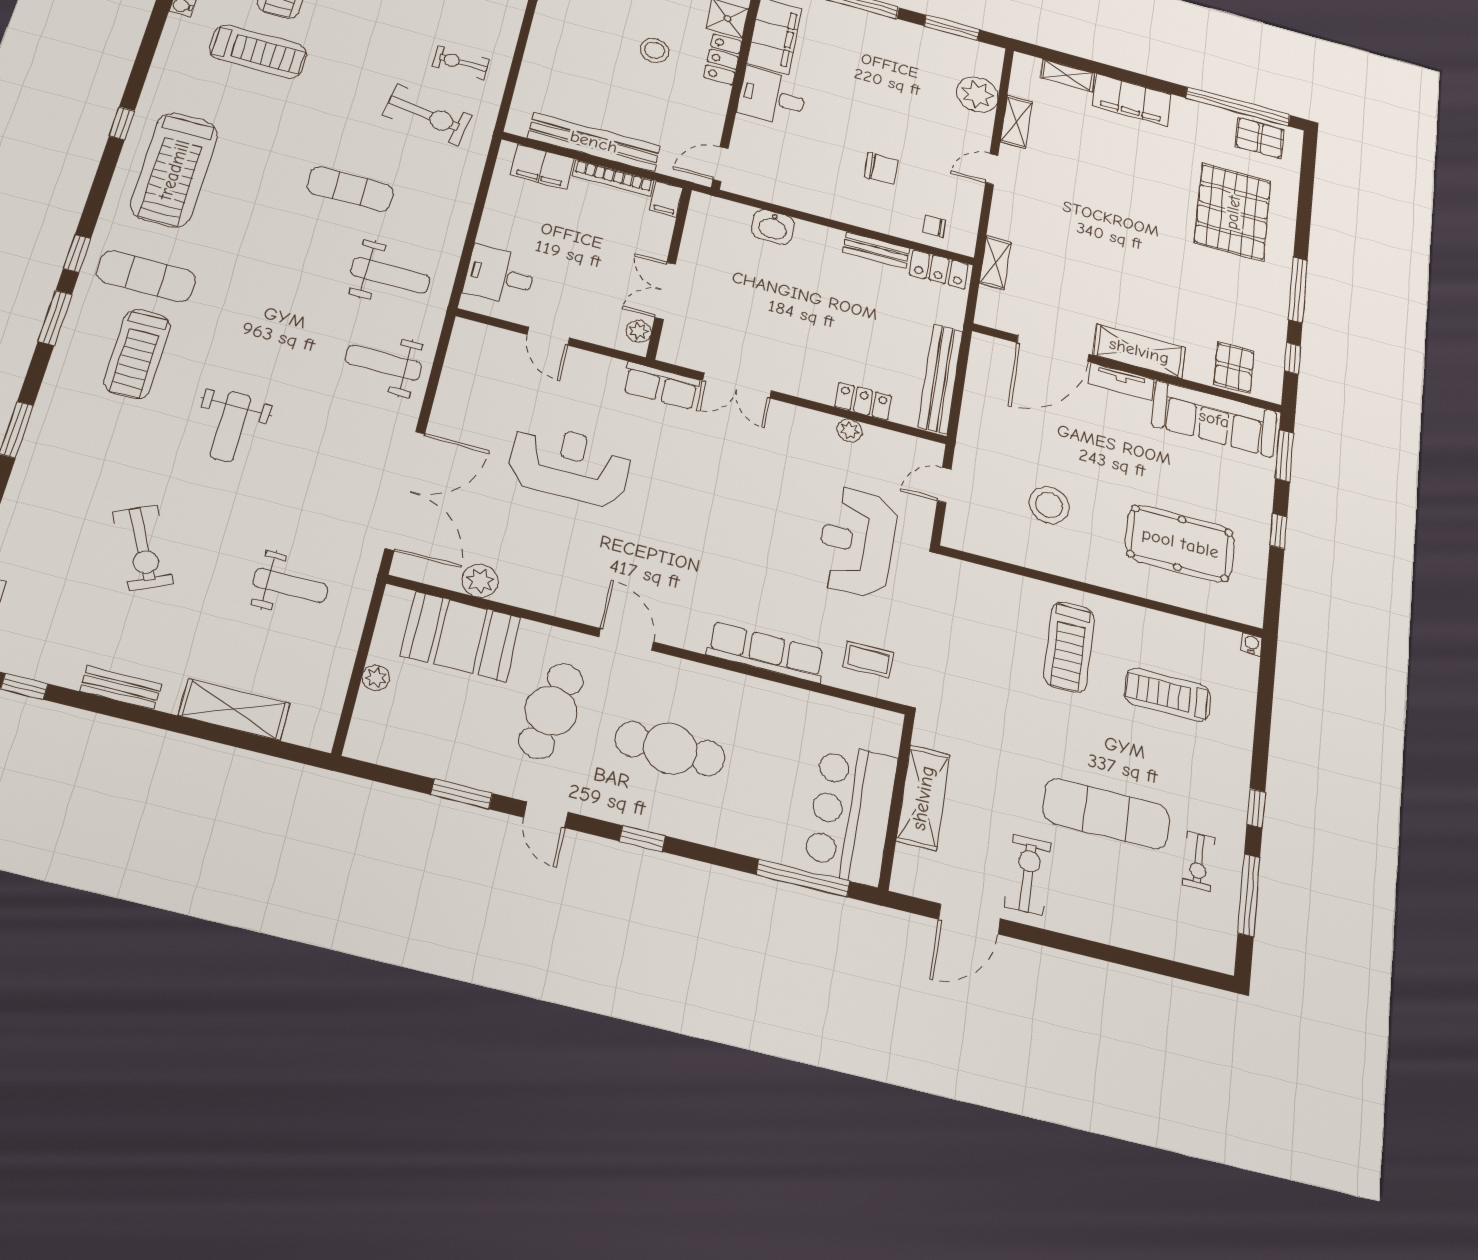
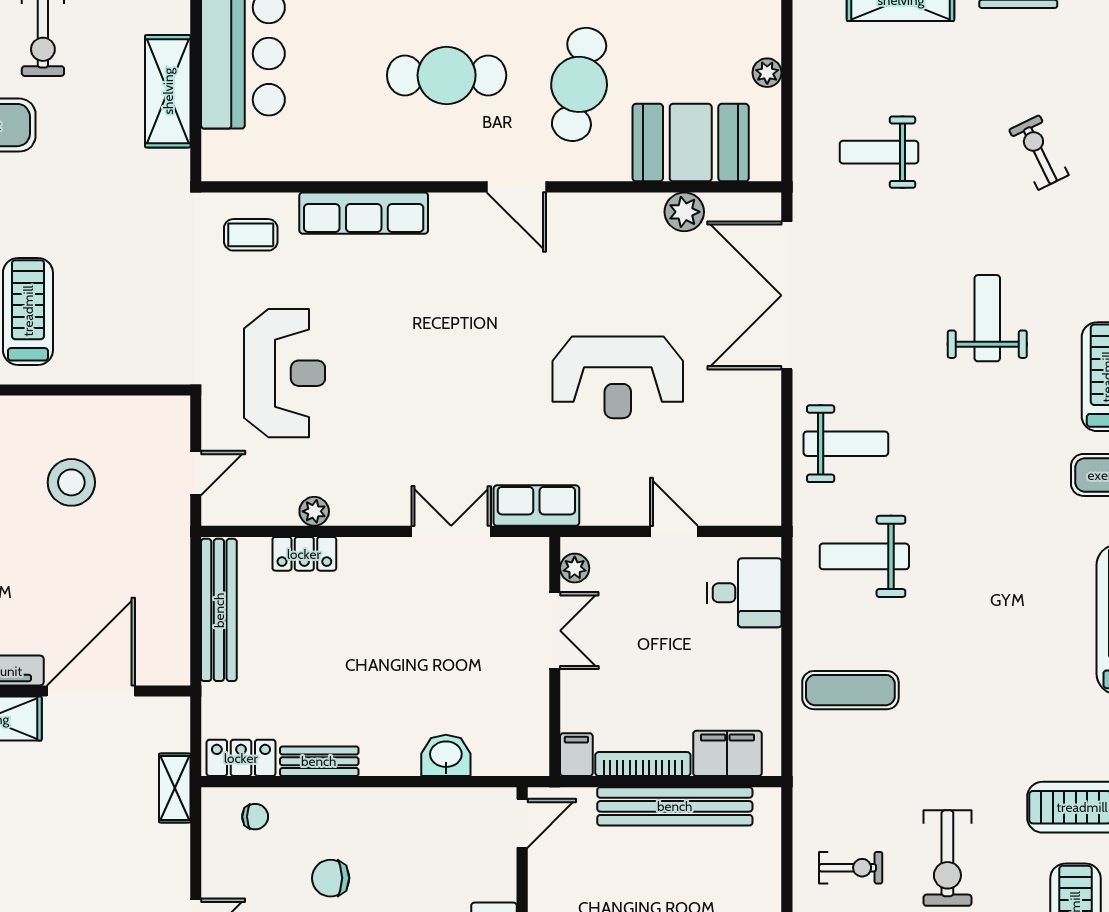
exercise bike: (428, 115) -> (947, 858), moved, turned -99
exercise mat: (350, 189) -> (850, 690), moved
exercise bike: (143, 548) -> (1039, 152), width x0.73, depth x0.72

